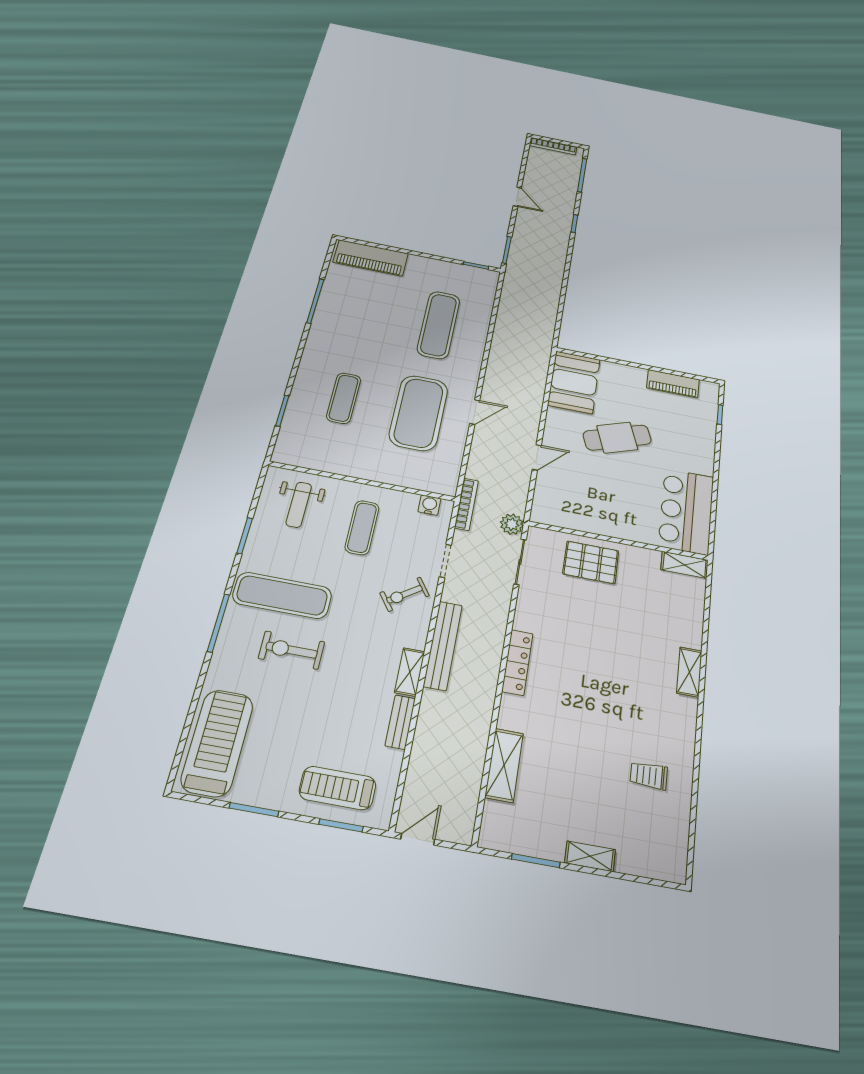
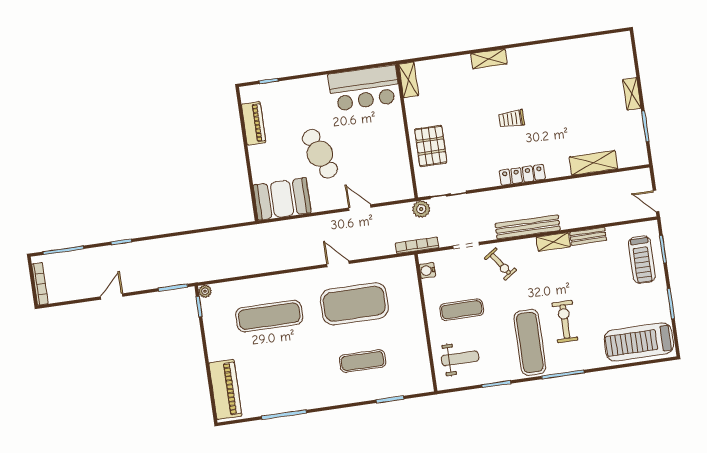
plant: (492, 276) -> (205, 291), added
exercise bike: (292, 650) -> (565, 321), turned 180
trolley: (649, 776) -> (511, 119), moved, turned 90

